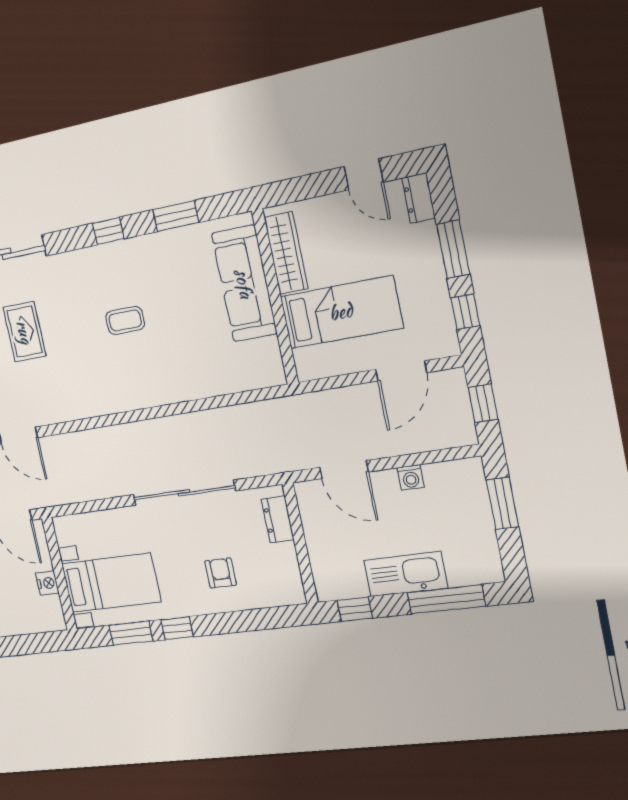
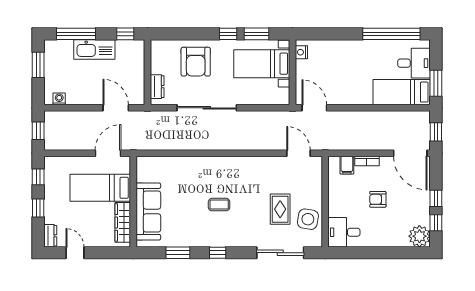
window: (453, 249) -> (38, 208), width x0.67
door: (401, 371) -> (108, 153), moved
washing machine: (411, 477) -> (59, 99), moved
window: (502, 503) -> (38, 65), moved
armchair: (221, 573) -> (196, 62), width x1.88, depth x1.88
nightstand: (47, 583) -> (301, 52), moved

